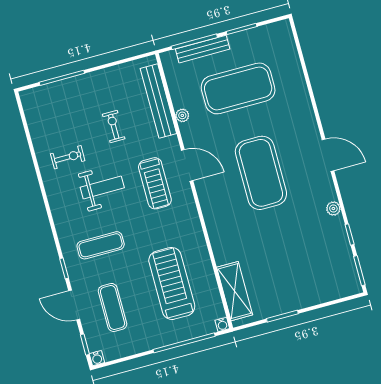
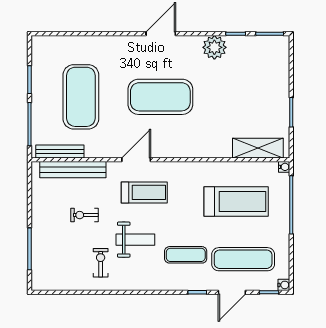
bench: (203, 49) -> (60, 152), moved, turned 90
plant: (182, 115) -> (91, 152), removed
weight bench: (102, 187) -> (135, 240), turned 90
plant: (333, 208) -> (214, 47), width x1.88, depth x1.88
exercise mat: (101, 245) -> (186, 255), turned 90
treadmill: (172, 283) -> (236, 201), turned 180
exercise mat: (113, 307) -> (243, 259), width x1.36, depth x1.45

